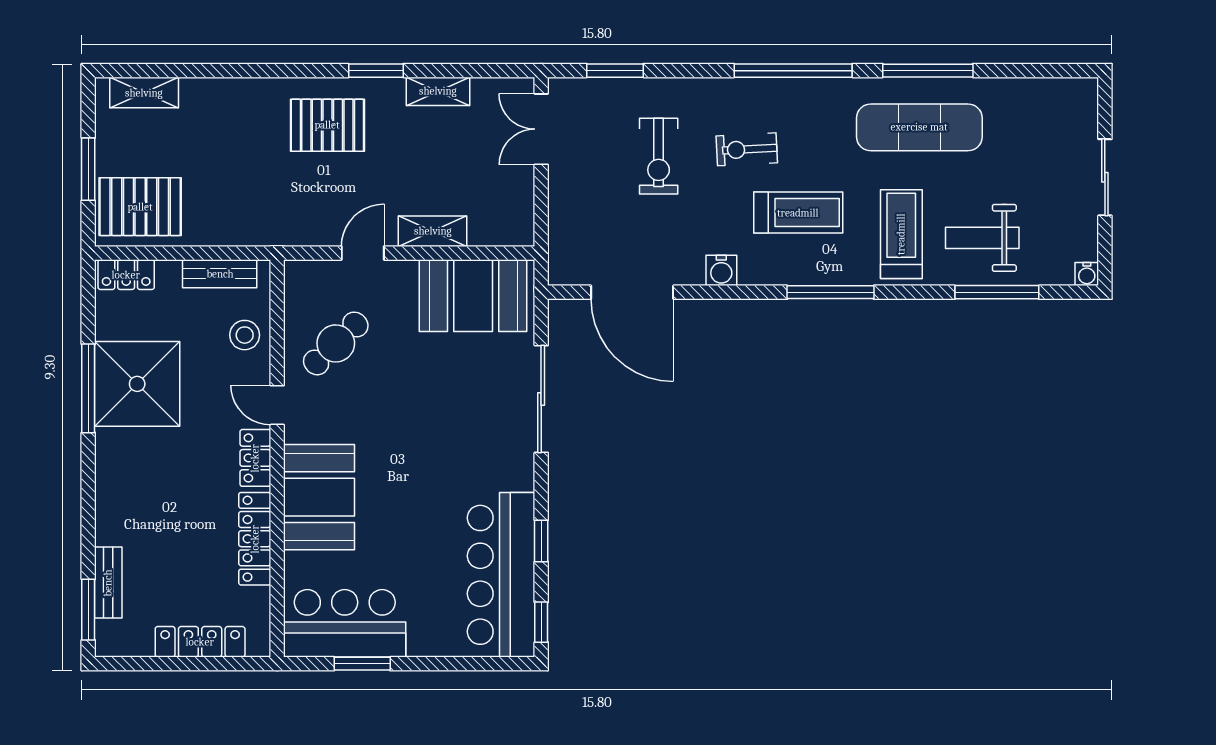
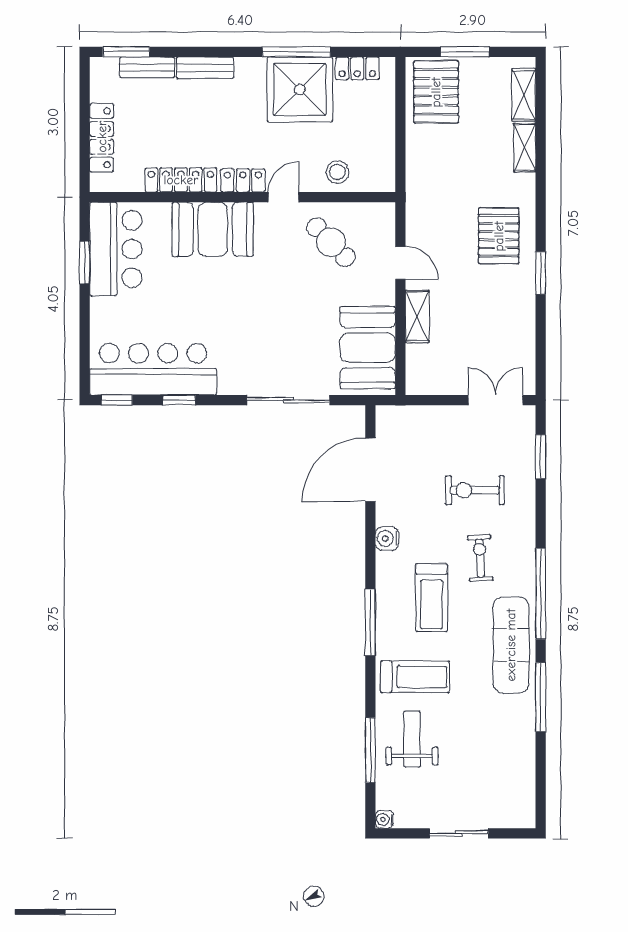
shelving: (438, 91) -> (525, 147), moved
exercise mat: (919, 127) -> (511, 645), moved
bench: (220, 274) -> (205, 68), moved, turned 90
locker: (126, 275) -> (357, 68), moved, turned -90

